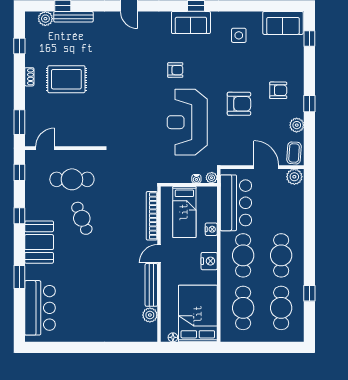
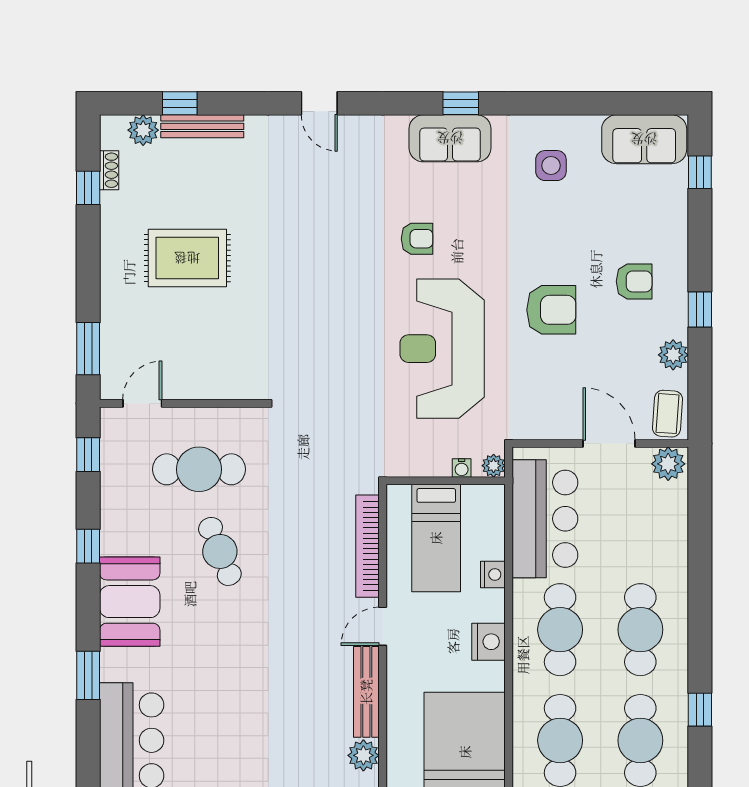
shoe rack: (29, 77) -> (109, 170), moved

